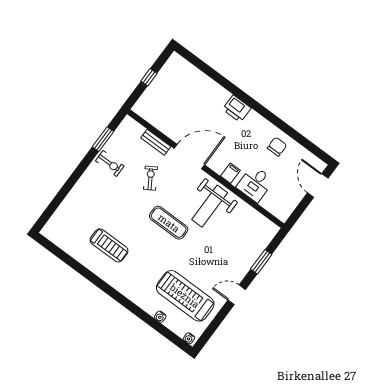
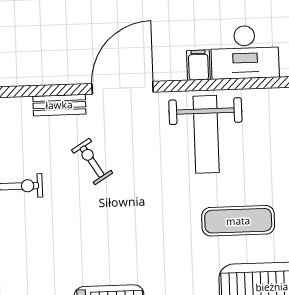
desk: (255, 184) -> (245, 52), width x1.37
exercise mat: (169, 223) -> (238, 221), moved

